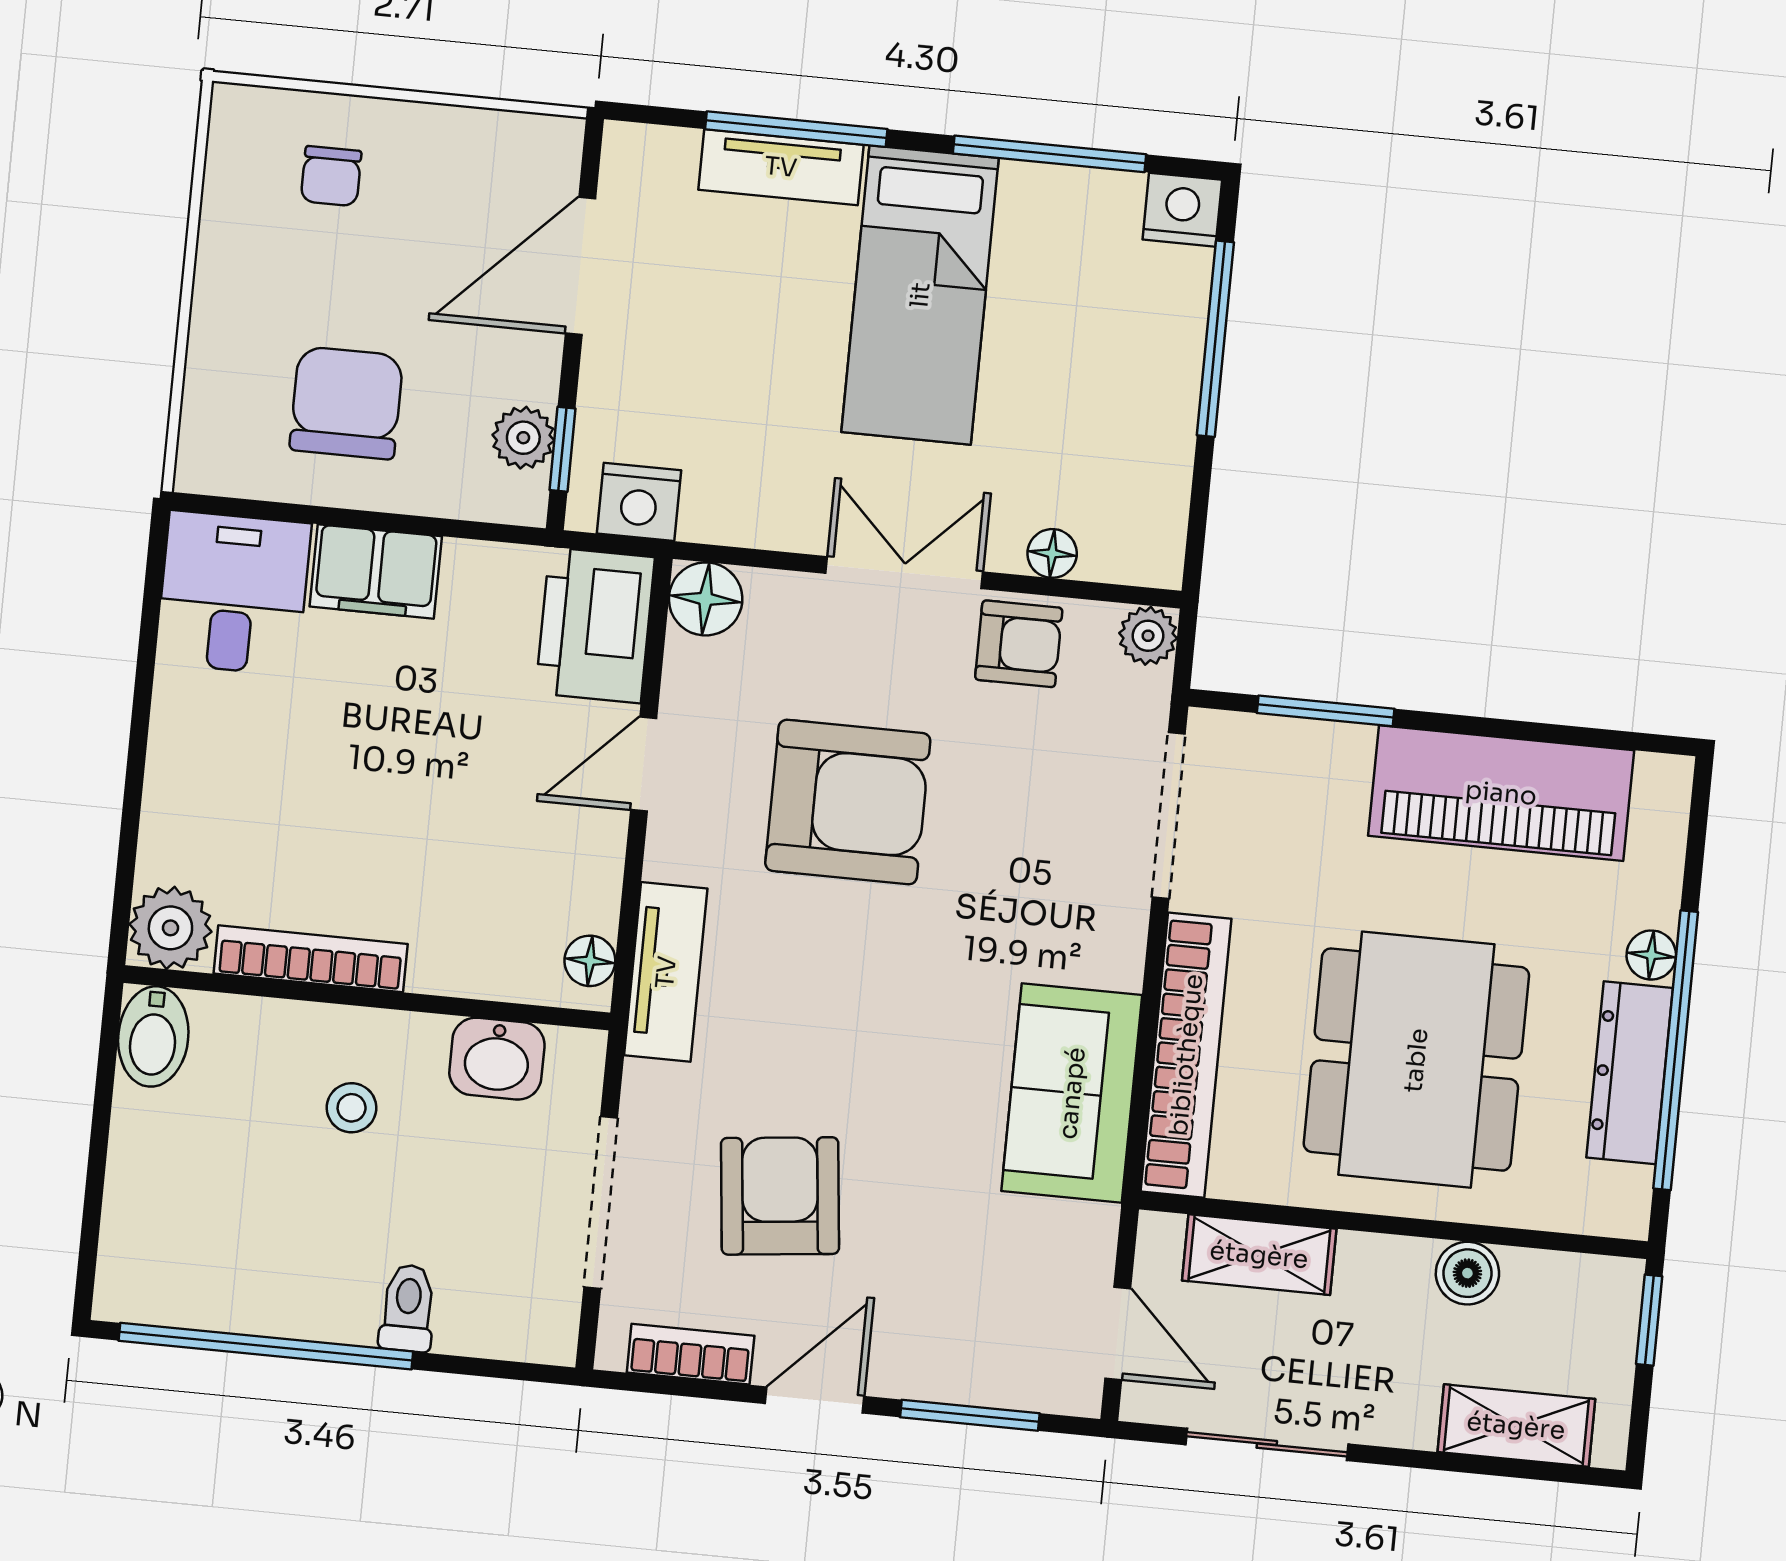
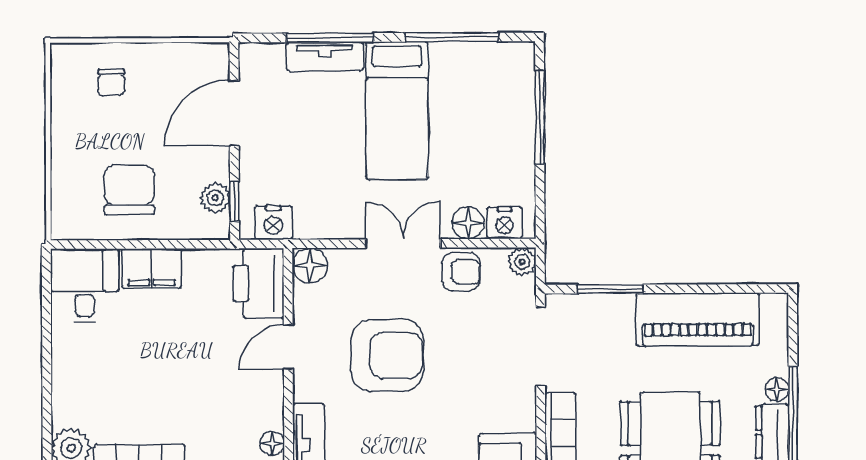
nightstand: (1182, 210) -> (505, 223), moved, turned 180
floor lamp: (1052, 553) -> (468, 223), width x1.37, depth x1.37

